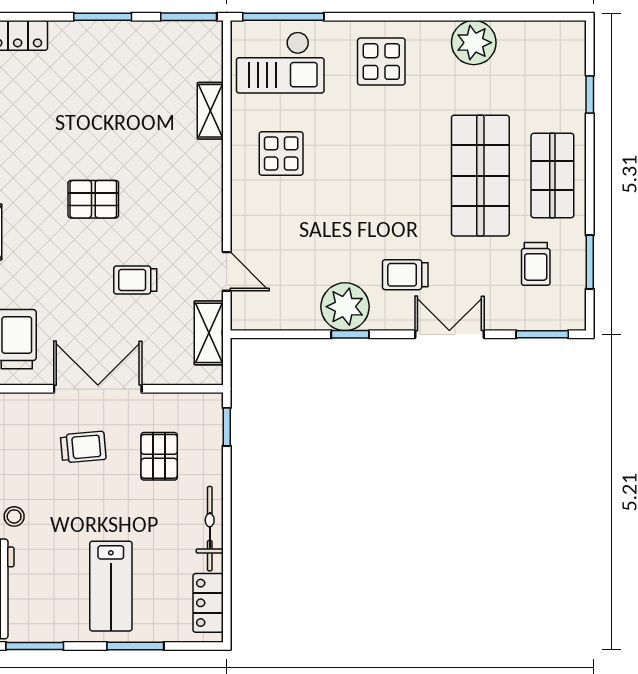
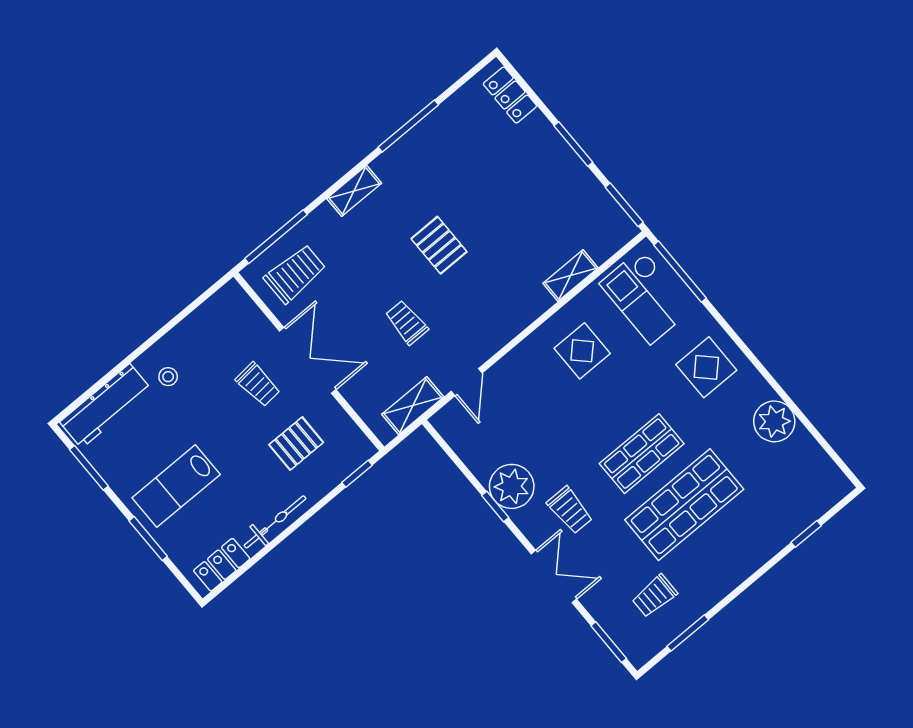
shop shelf: (552, 176) -> (642, 454), moved
trolley: (405, 275) -> (570, 510), turned 180

